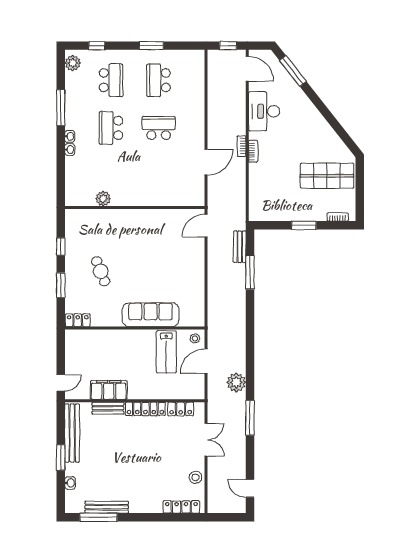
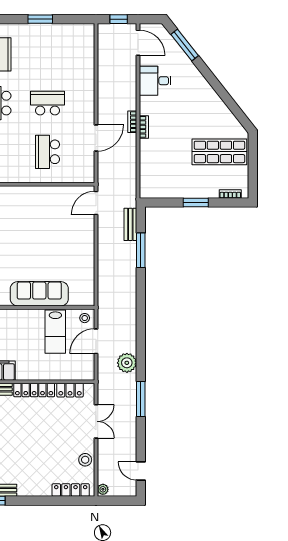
school desk: (159, 80) -> (48, 152), moved
desk: (264, 111) -> (155, 81), width x0.73
plant: (213, 506) -> (103, 489), added

